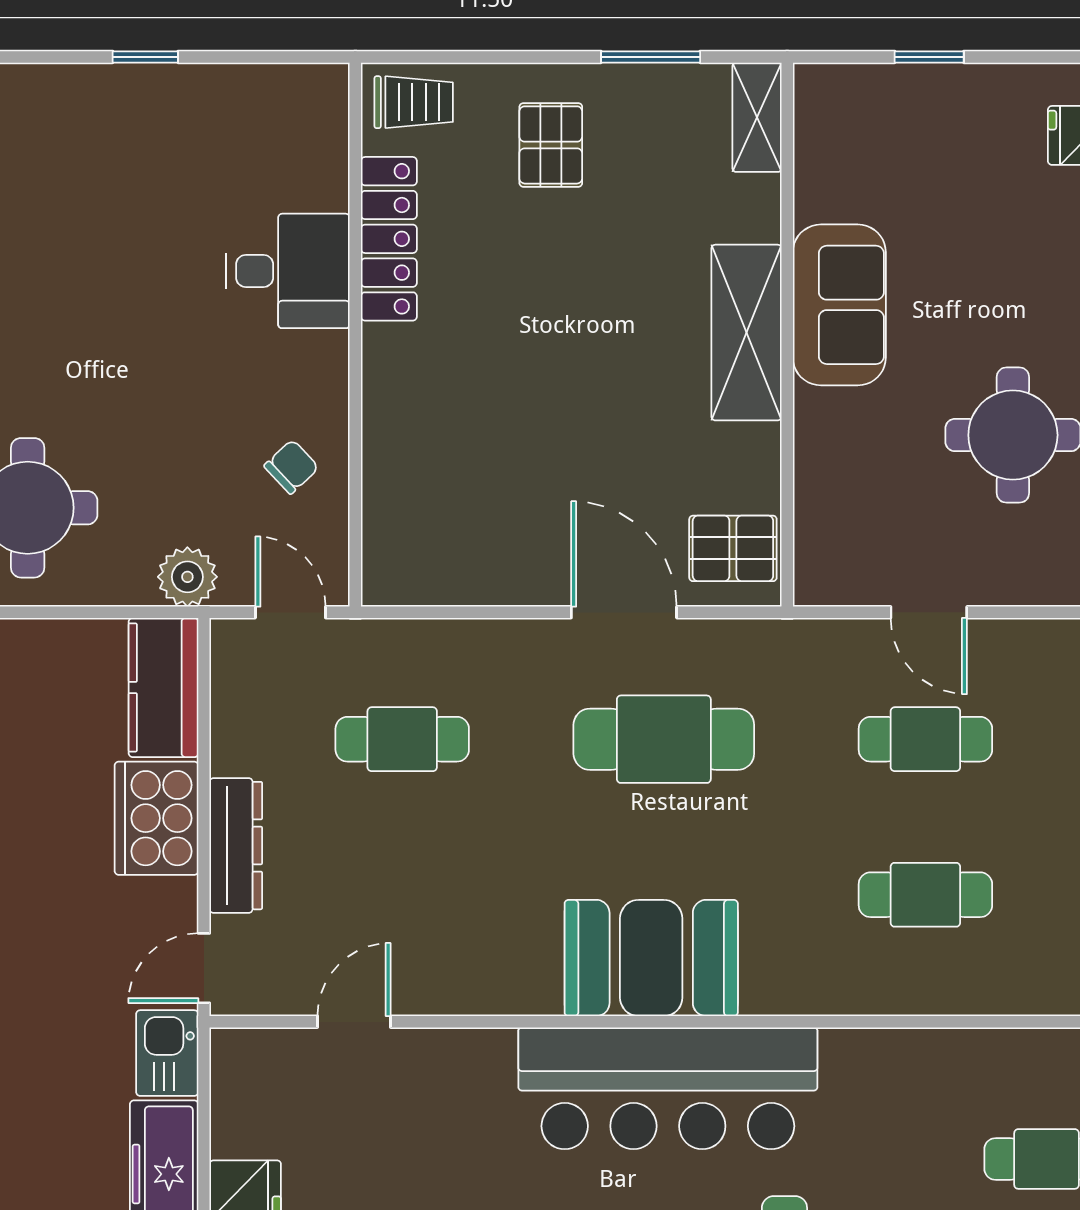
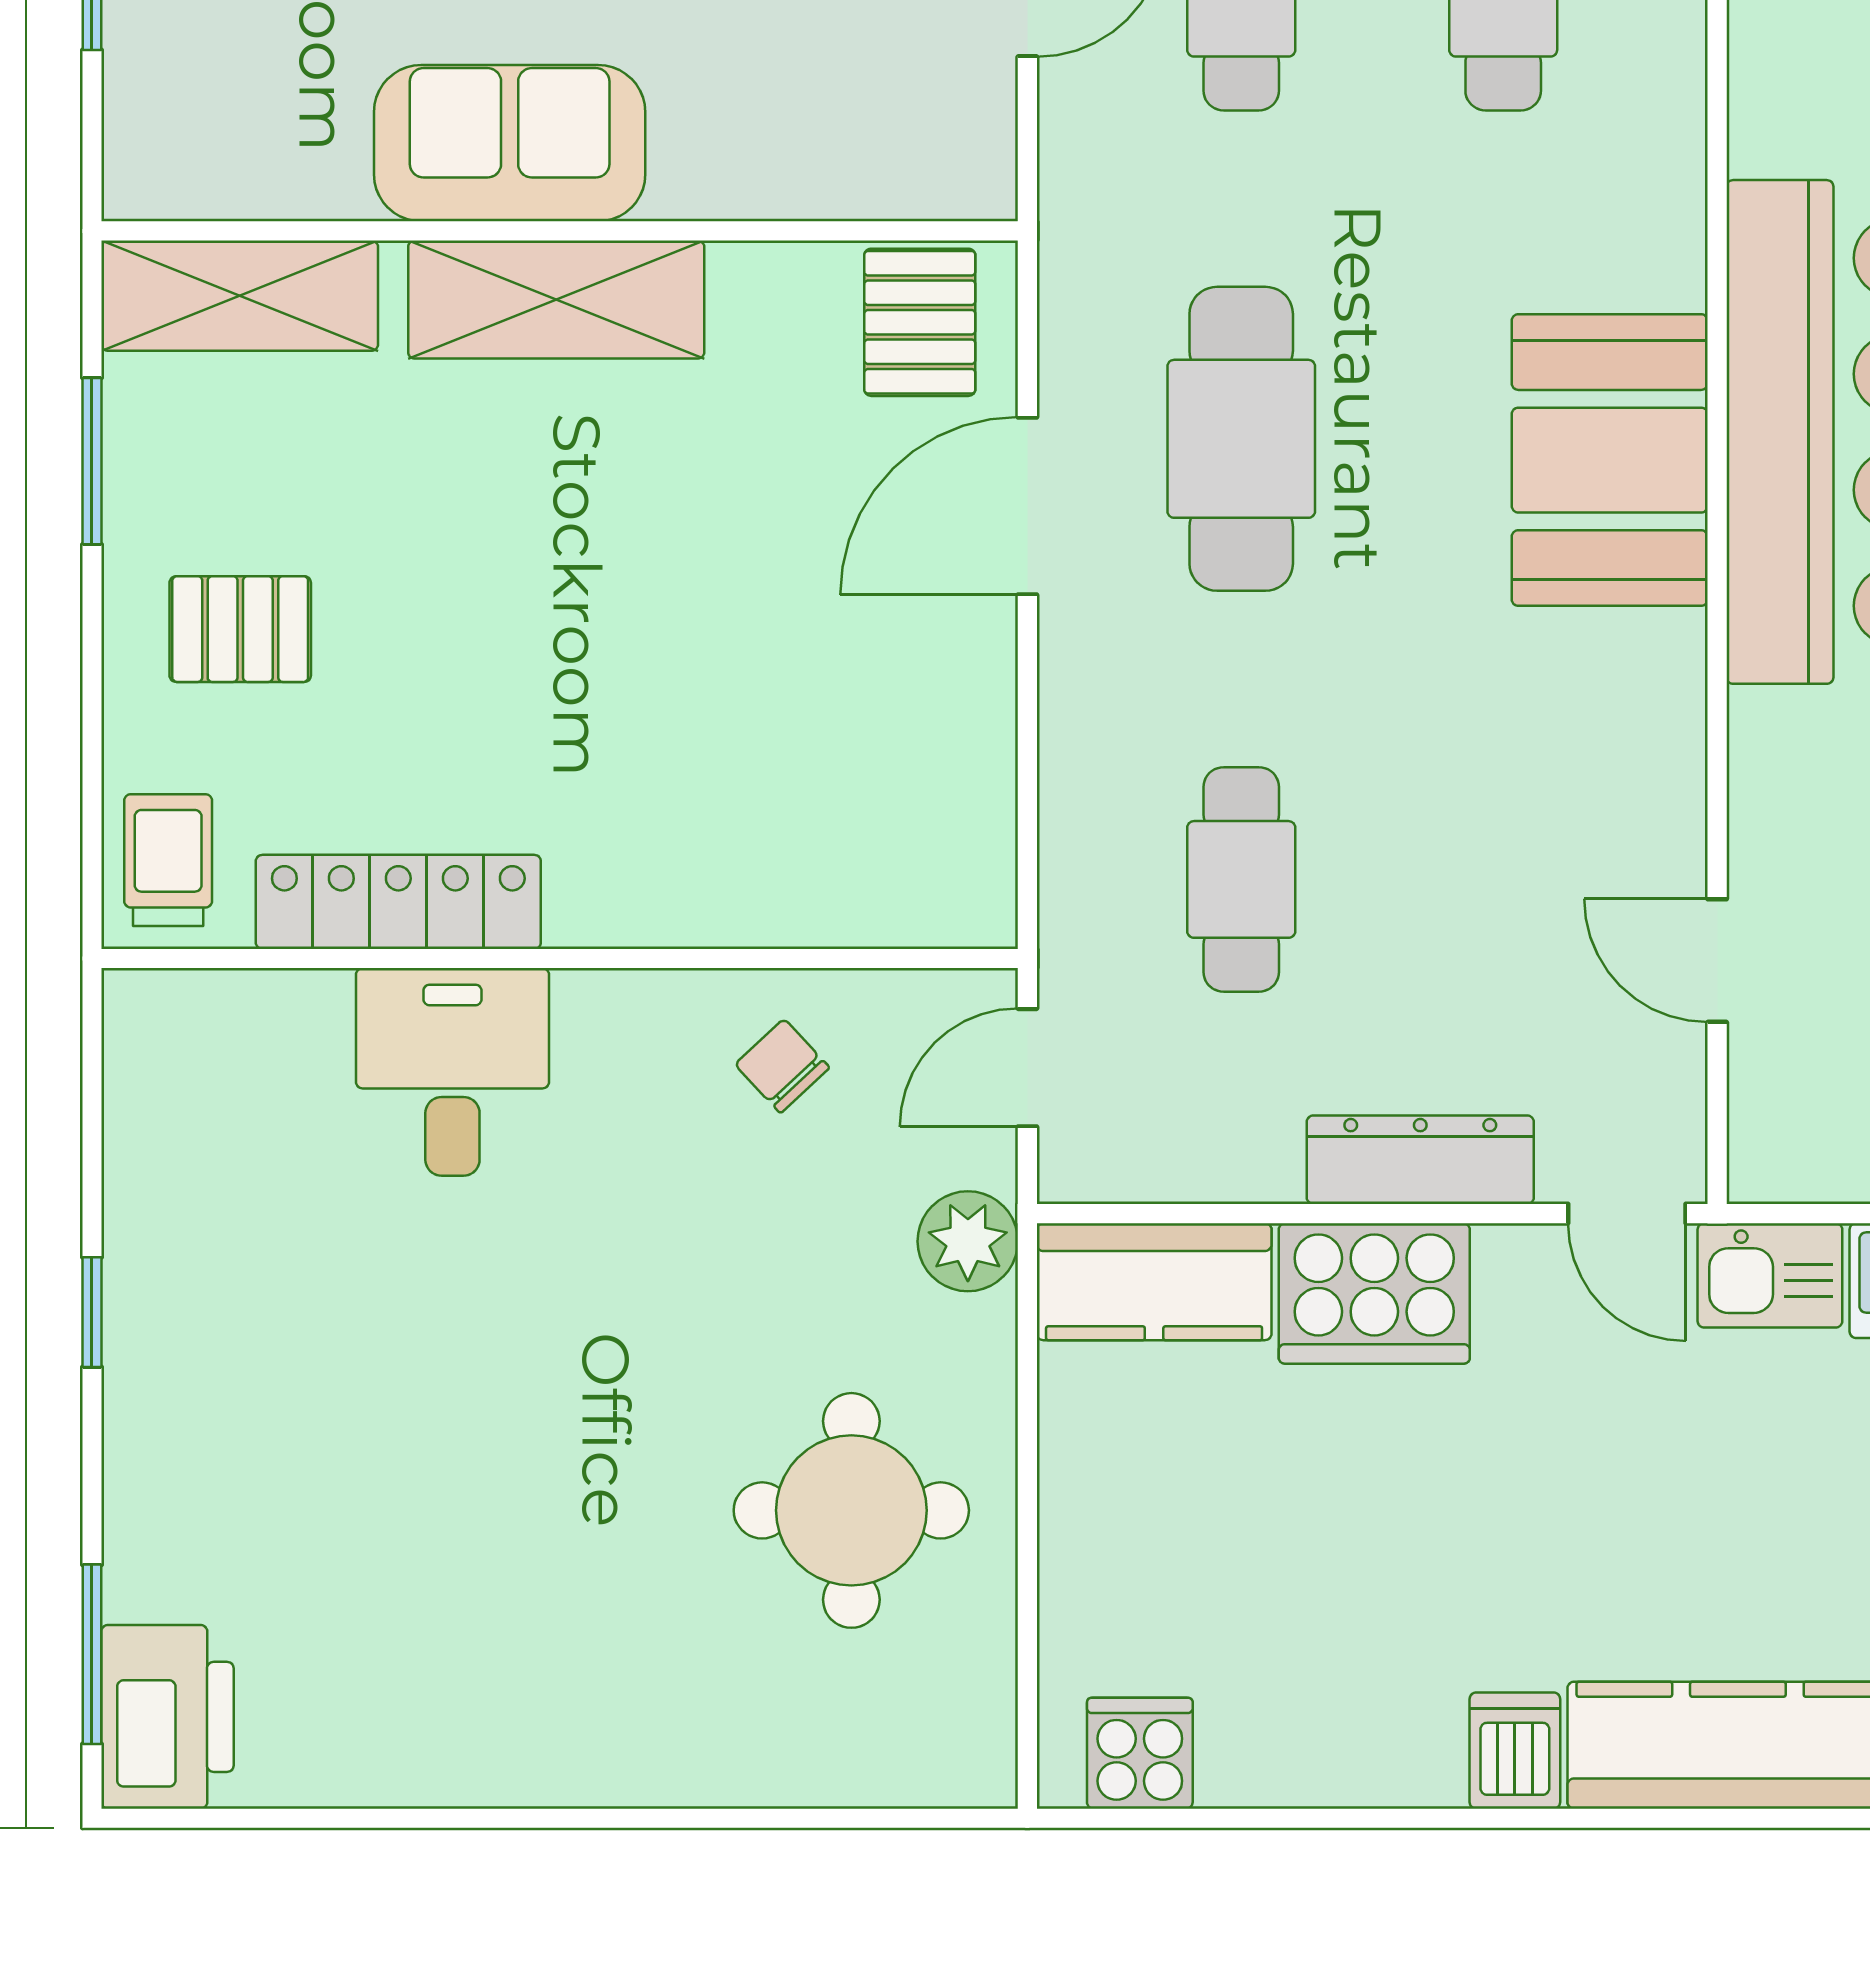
shelving: (757, 117) -> (240, 296), width x1.50, depth x1.33

